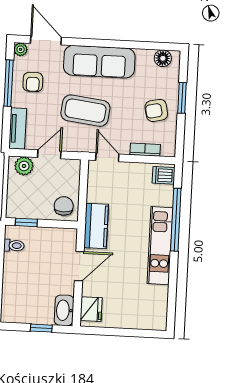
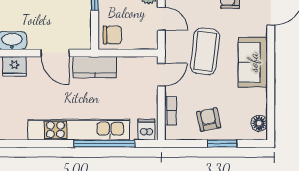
sofa: (99, 62) -> (253, 62), width x0.73
kitchen unit: (160, 246) -> (79, 130), width x1.36

